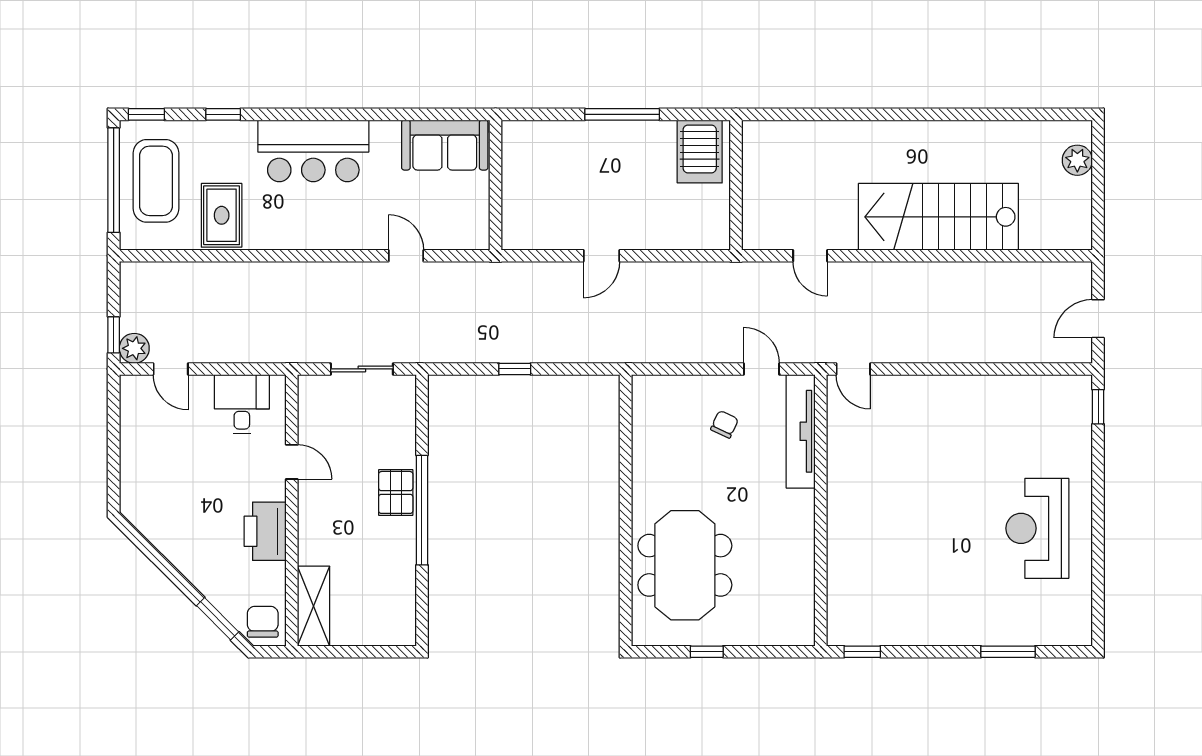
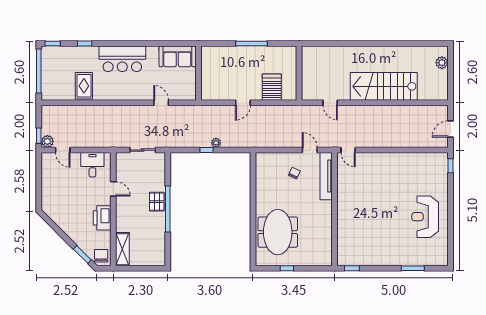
server rack: (700, 151) -> (272, 87), moved, turned 180
coffee table: (156, 181) -> (57, 71), removed
plant: (538, 352) -> (216, 143), added

